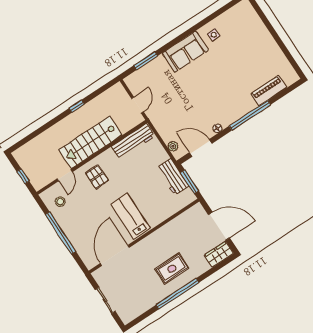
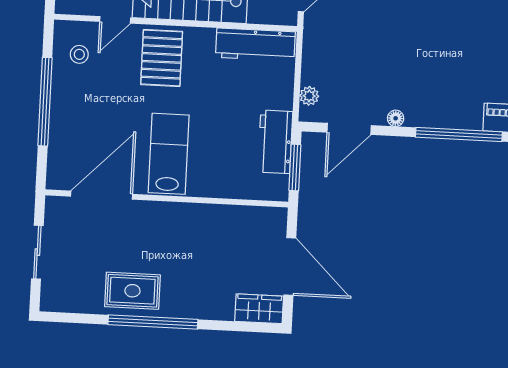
door: (201, 148) -> (349, 129), swing flipped
pallet: (97, 177) -> (162, 58), width x1.50, depth x1.42
rug: (172, 269) -> (132, 291), moved

